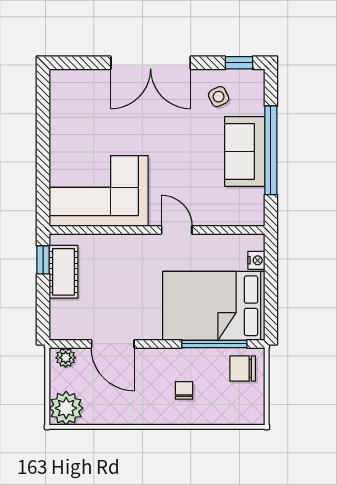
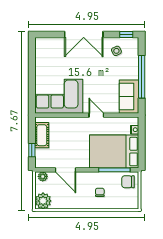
sofa: (245, 151) -> (129, 97), moved
window: (43, 260) -> (32, 150), moved

